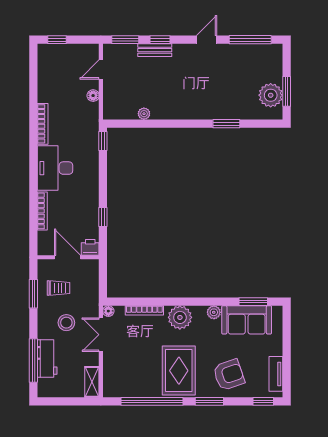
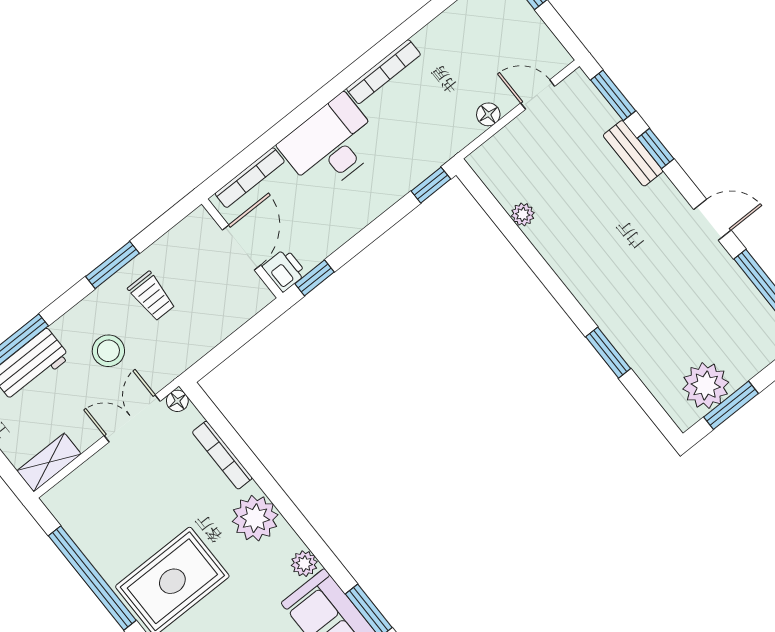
printer: (90, 247) -> (284, 270), moved
door: (68, 257) -> (241, 248), moved
wall: (68, 257) -> (242, 248), moved

